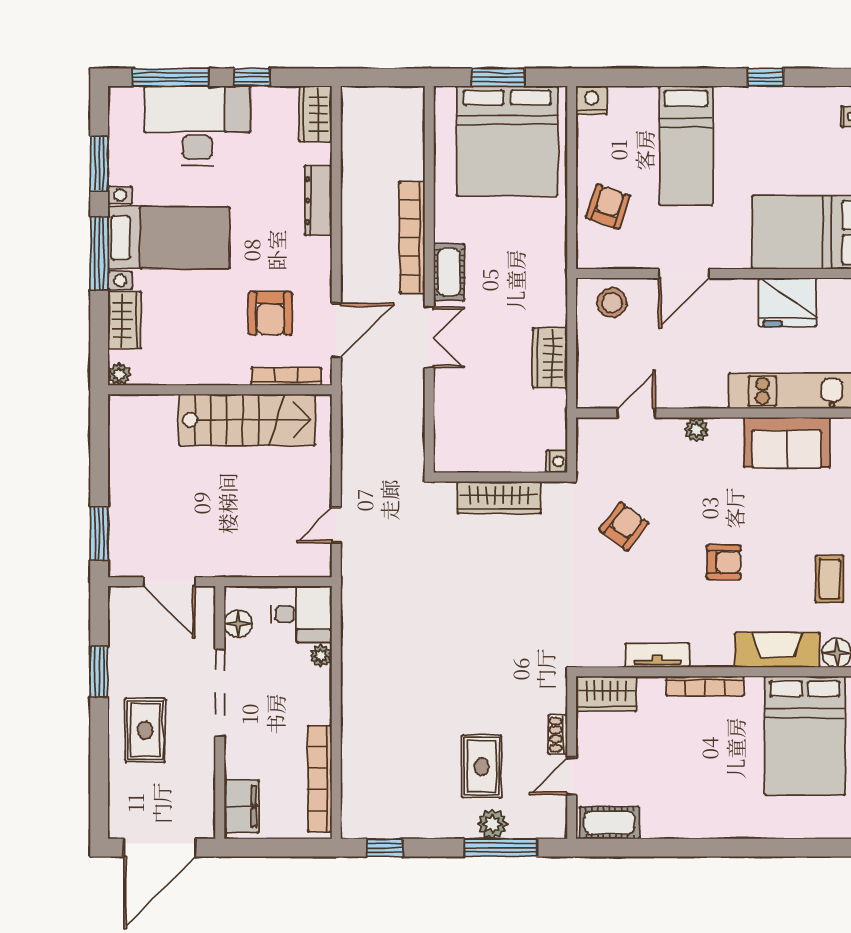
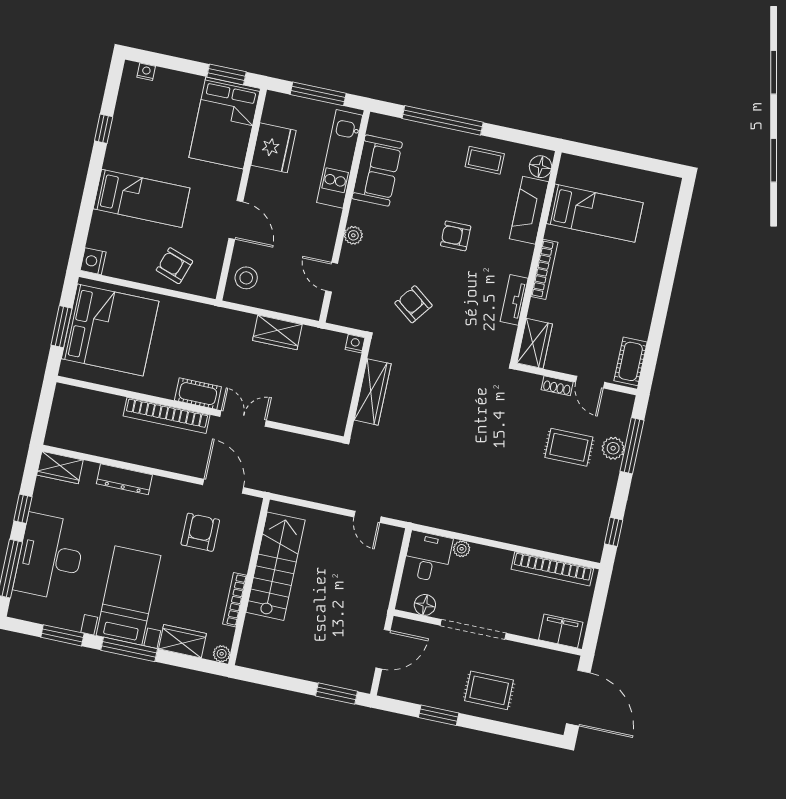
armchair: (270, 313) -> (200, 532), turned -90
bookcase: (286, 376) -> (235, 600), moved
armchair: (724, 562) -> (456, 236), turned -90
bed: (805, 736) -> (595, 213), width x0.67

